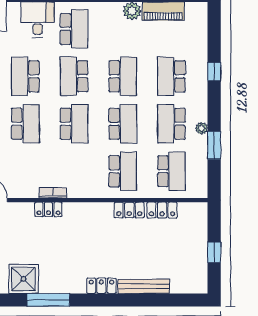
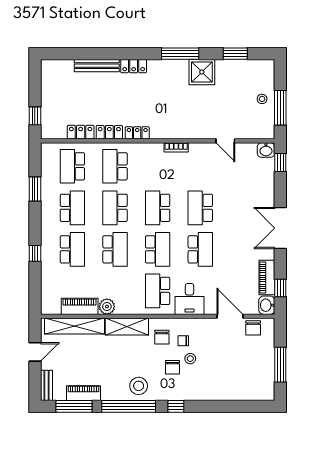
school desk: (123, 76) -> (115, 249), turned 180
plant: (202, 128) -> (46, 204), removed
locker: (48, 209) -> (137, 133), moved
window: (214, 252) -> (35, 116), moved

